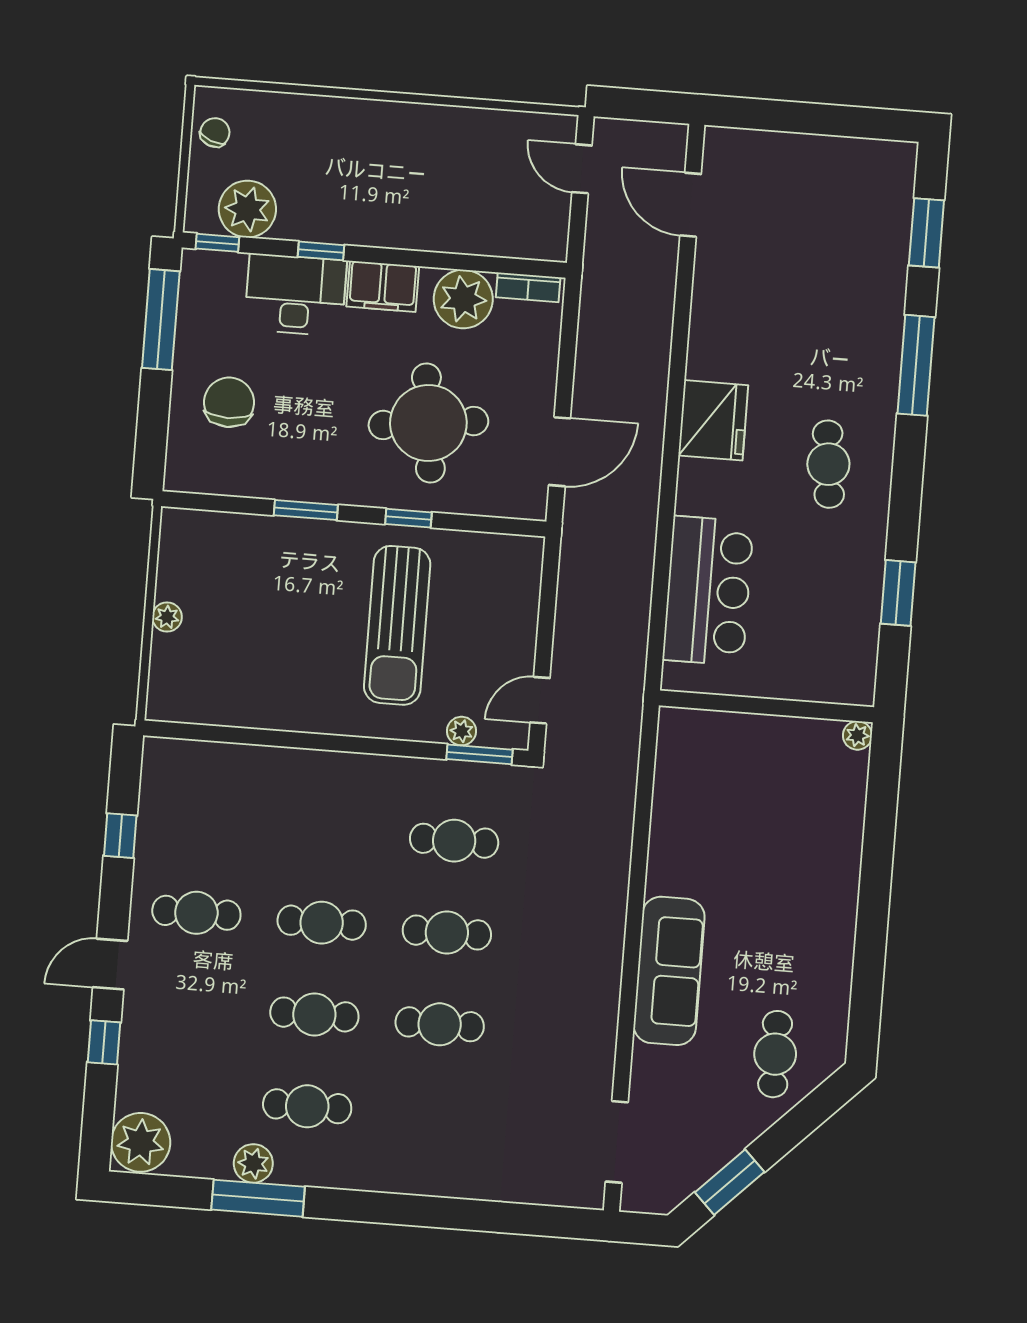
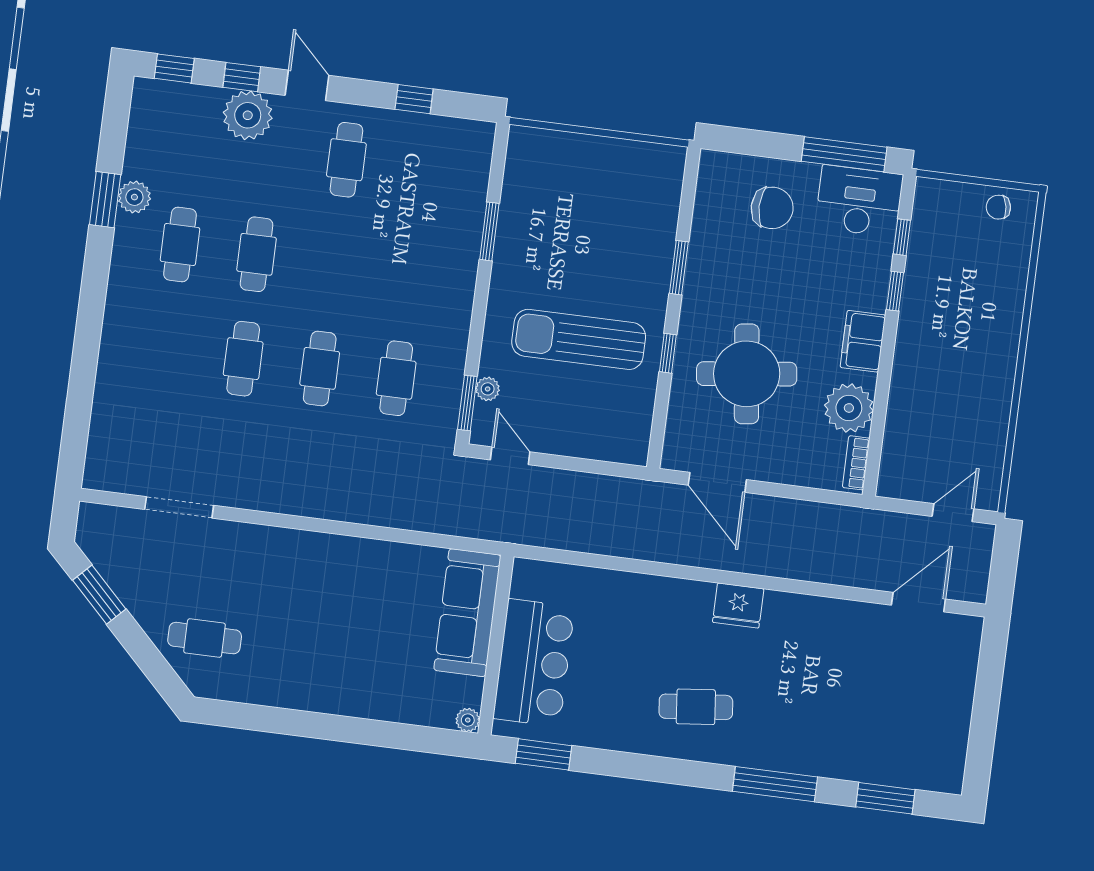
chair: (215, 132) -> (998, 207), turned 149
plant: (247, 209) -> (933, 231), removed
window: (217, 243) -> (902, 237), moved
desk: (295, 295) -> (859, 201), moved, turned -90
fridge: (713, 420) -> (738, 606), width x0.73, depth x0.75
bar counter: (708, 591) -> (534, 663), moved, turned -90
window: (898, 593) -> (543, 754), moved
plant: (167, 617) -> (595, 147), removed
window: (274, 738) -> (489, 231), added
cafe table: (322, 923) -> (333, 264), removed
sofa: (669, 971) -> (467, 613), moved, turned 90
window: (98, 1123) -> (174, 68), added
plant: (141, 1142) -> (248, 115), moved
doorway: (617, 1142) -> (179, 507), moved
window: (258, 1198) -> (105, 200), width x0.69

